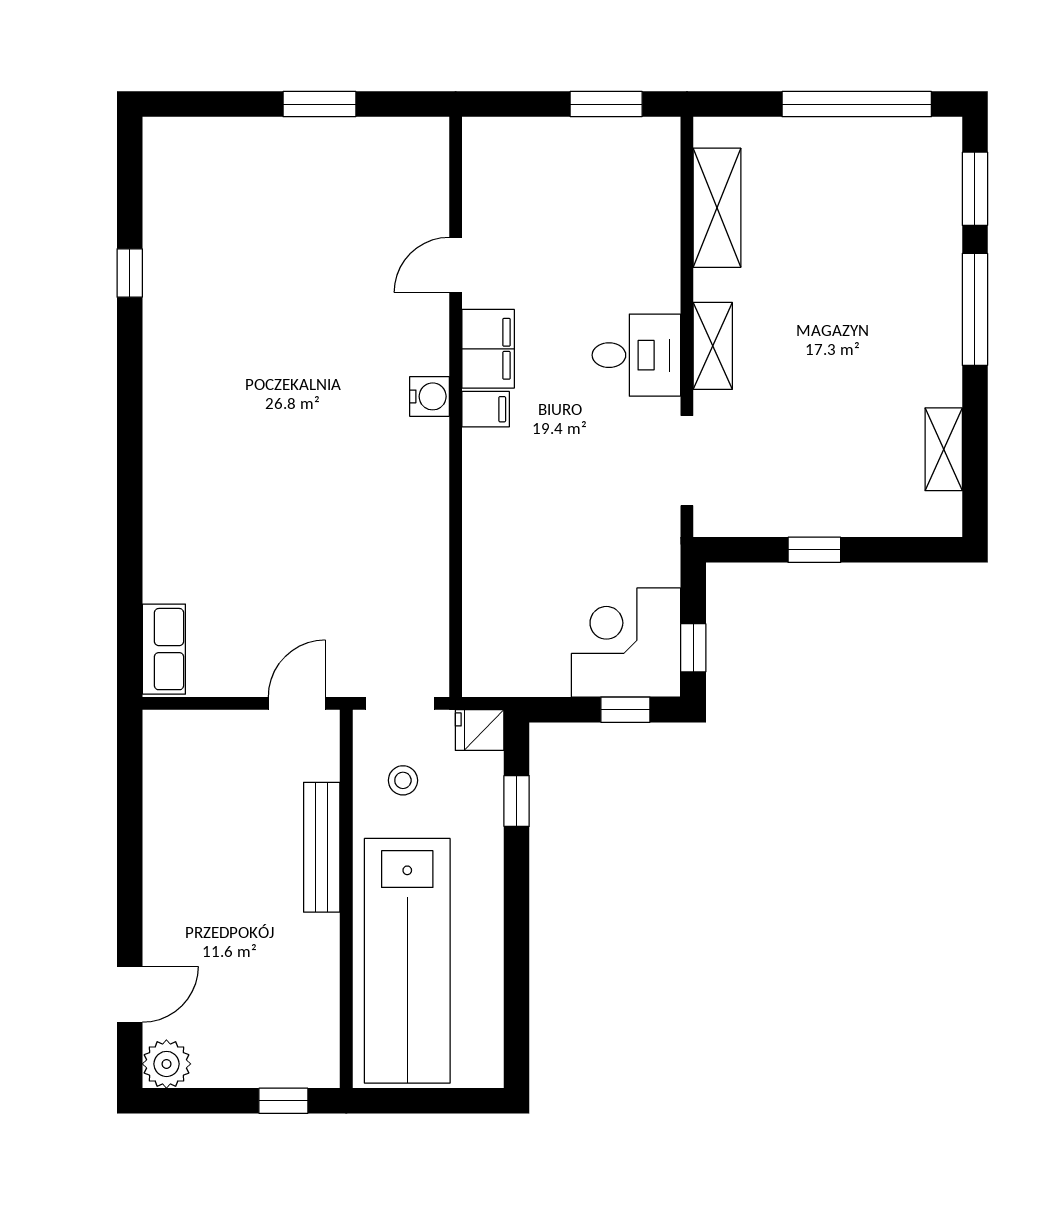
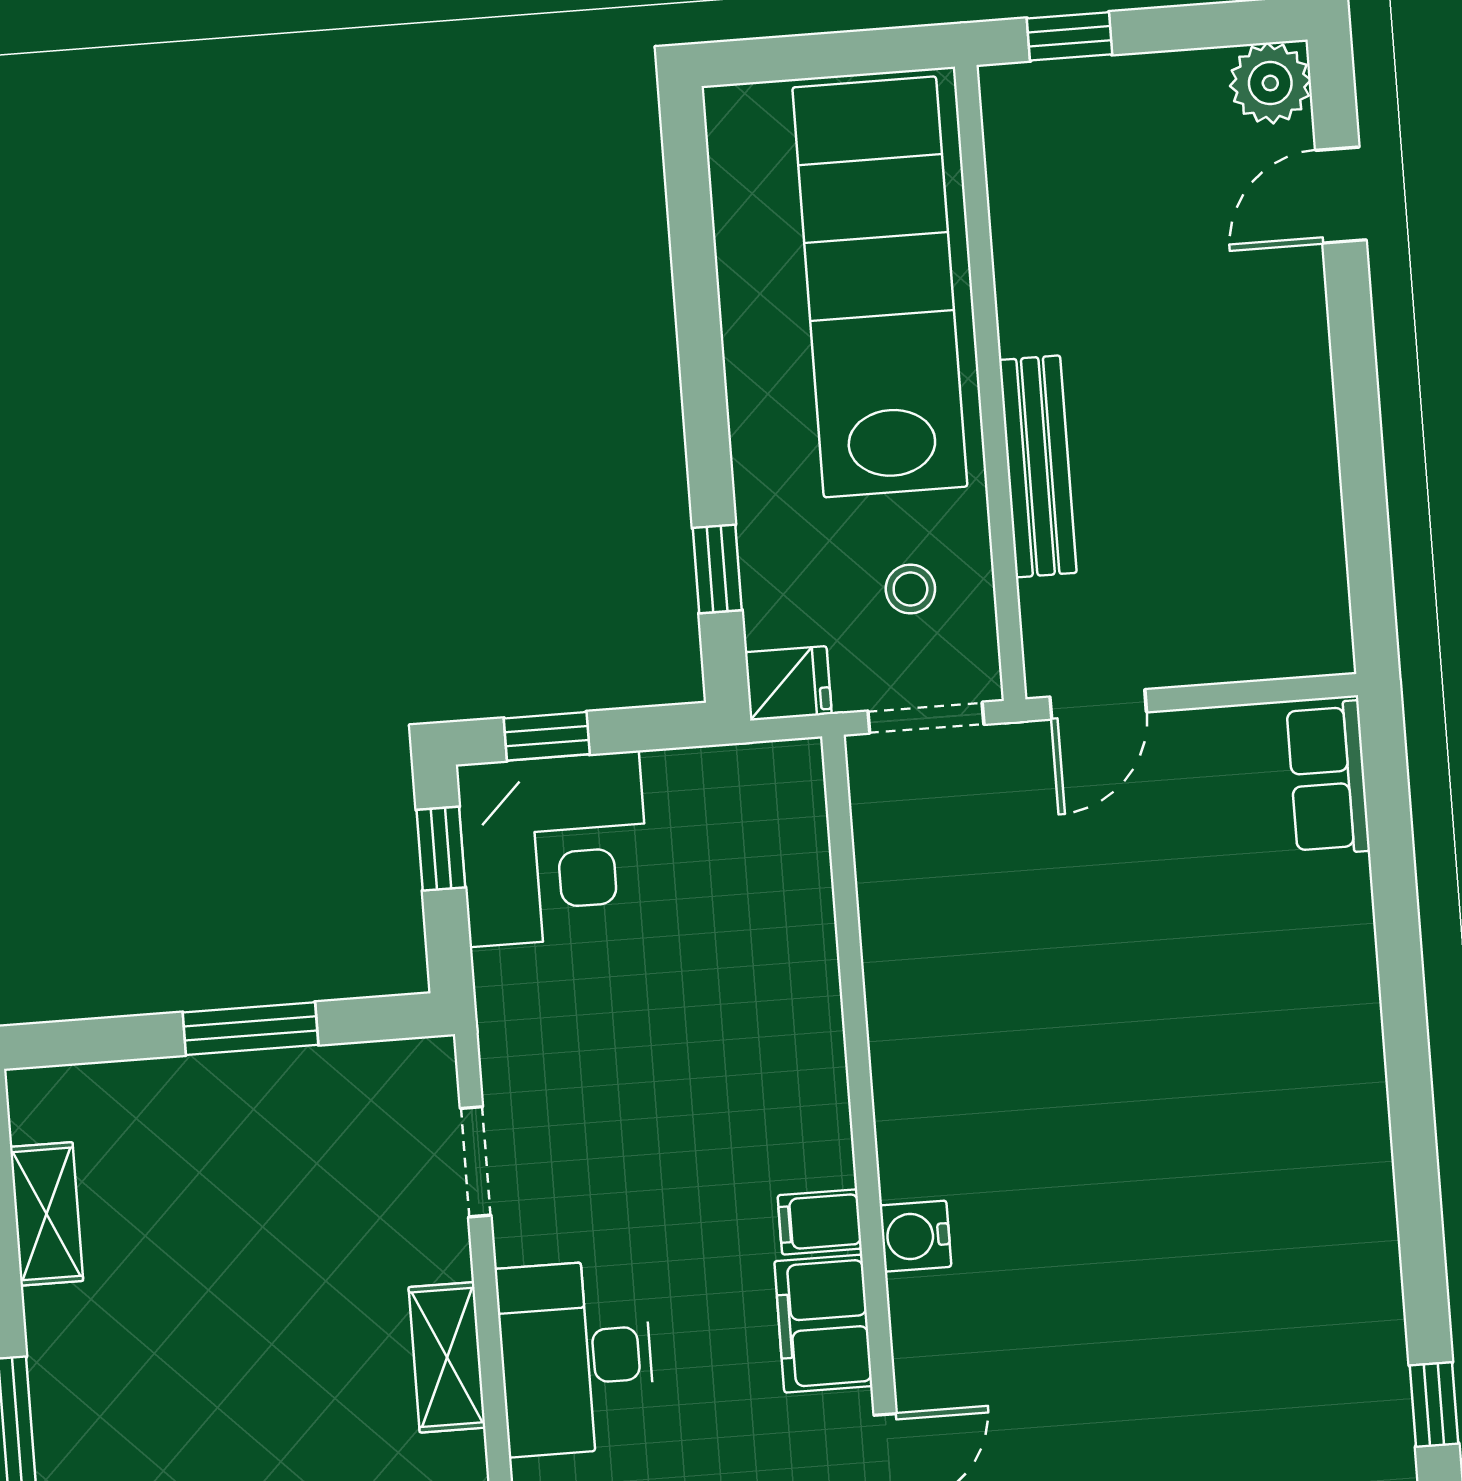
desk: (636, 355) -> (576, 1358), width x1.37
doorway: (687, 461) -> (476, 1162), width x0.73
window: (814, 550) -> (250, 1029), width x1.50

